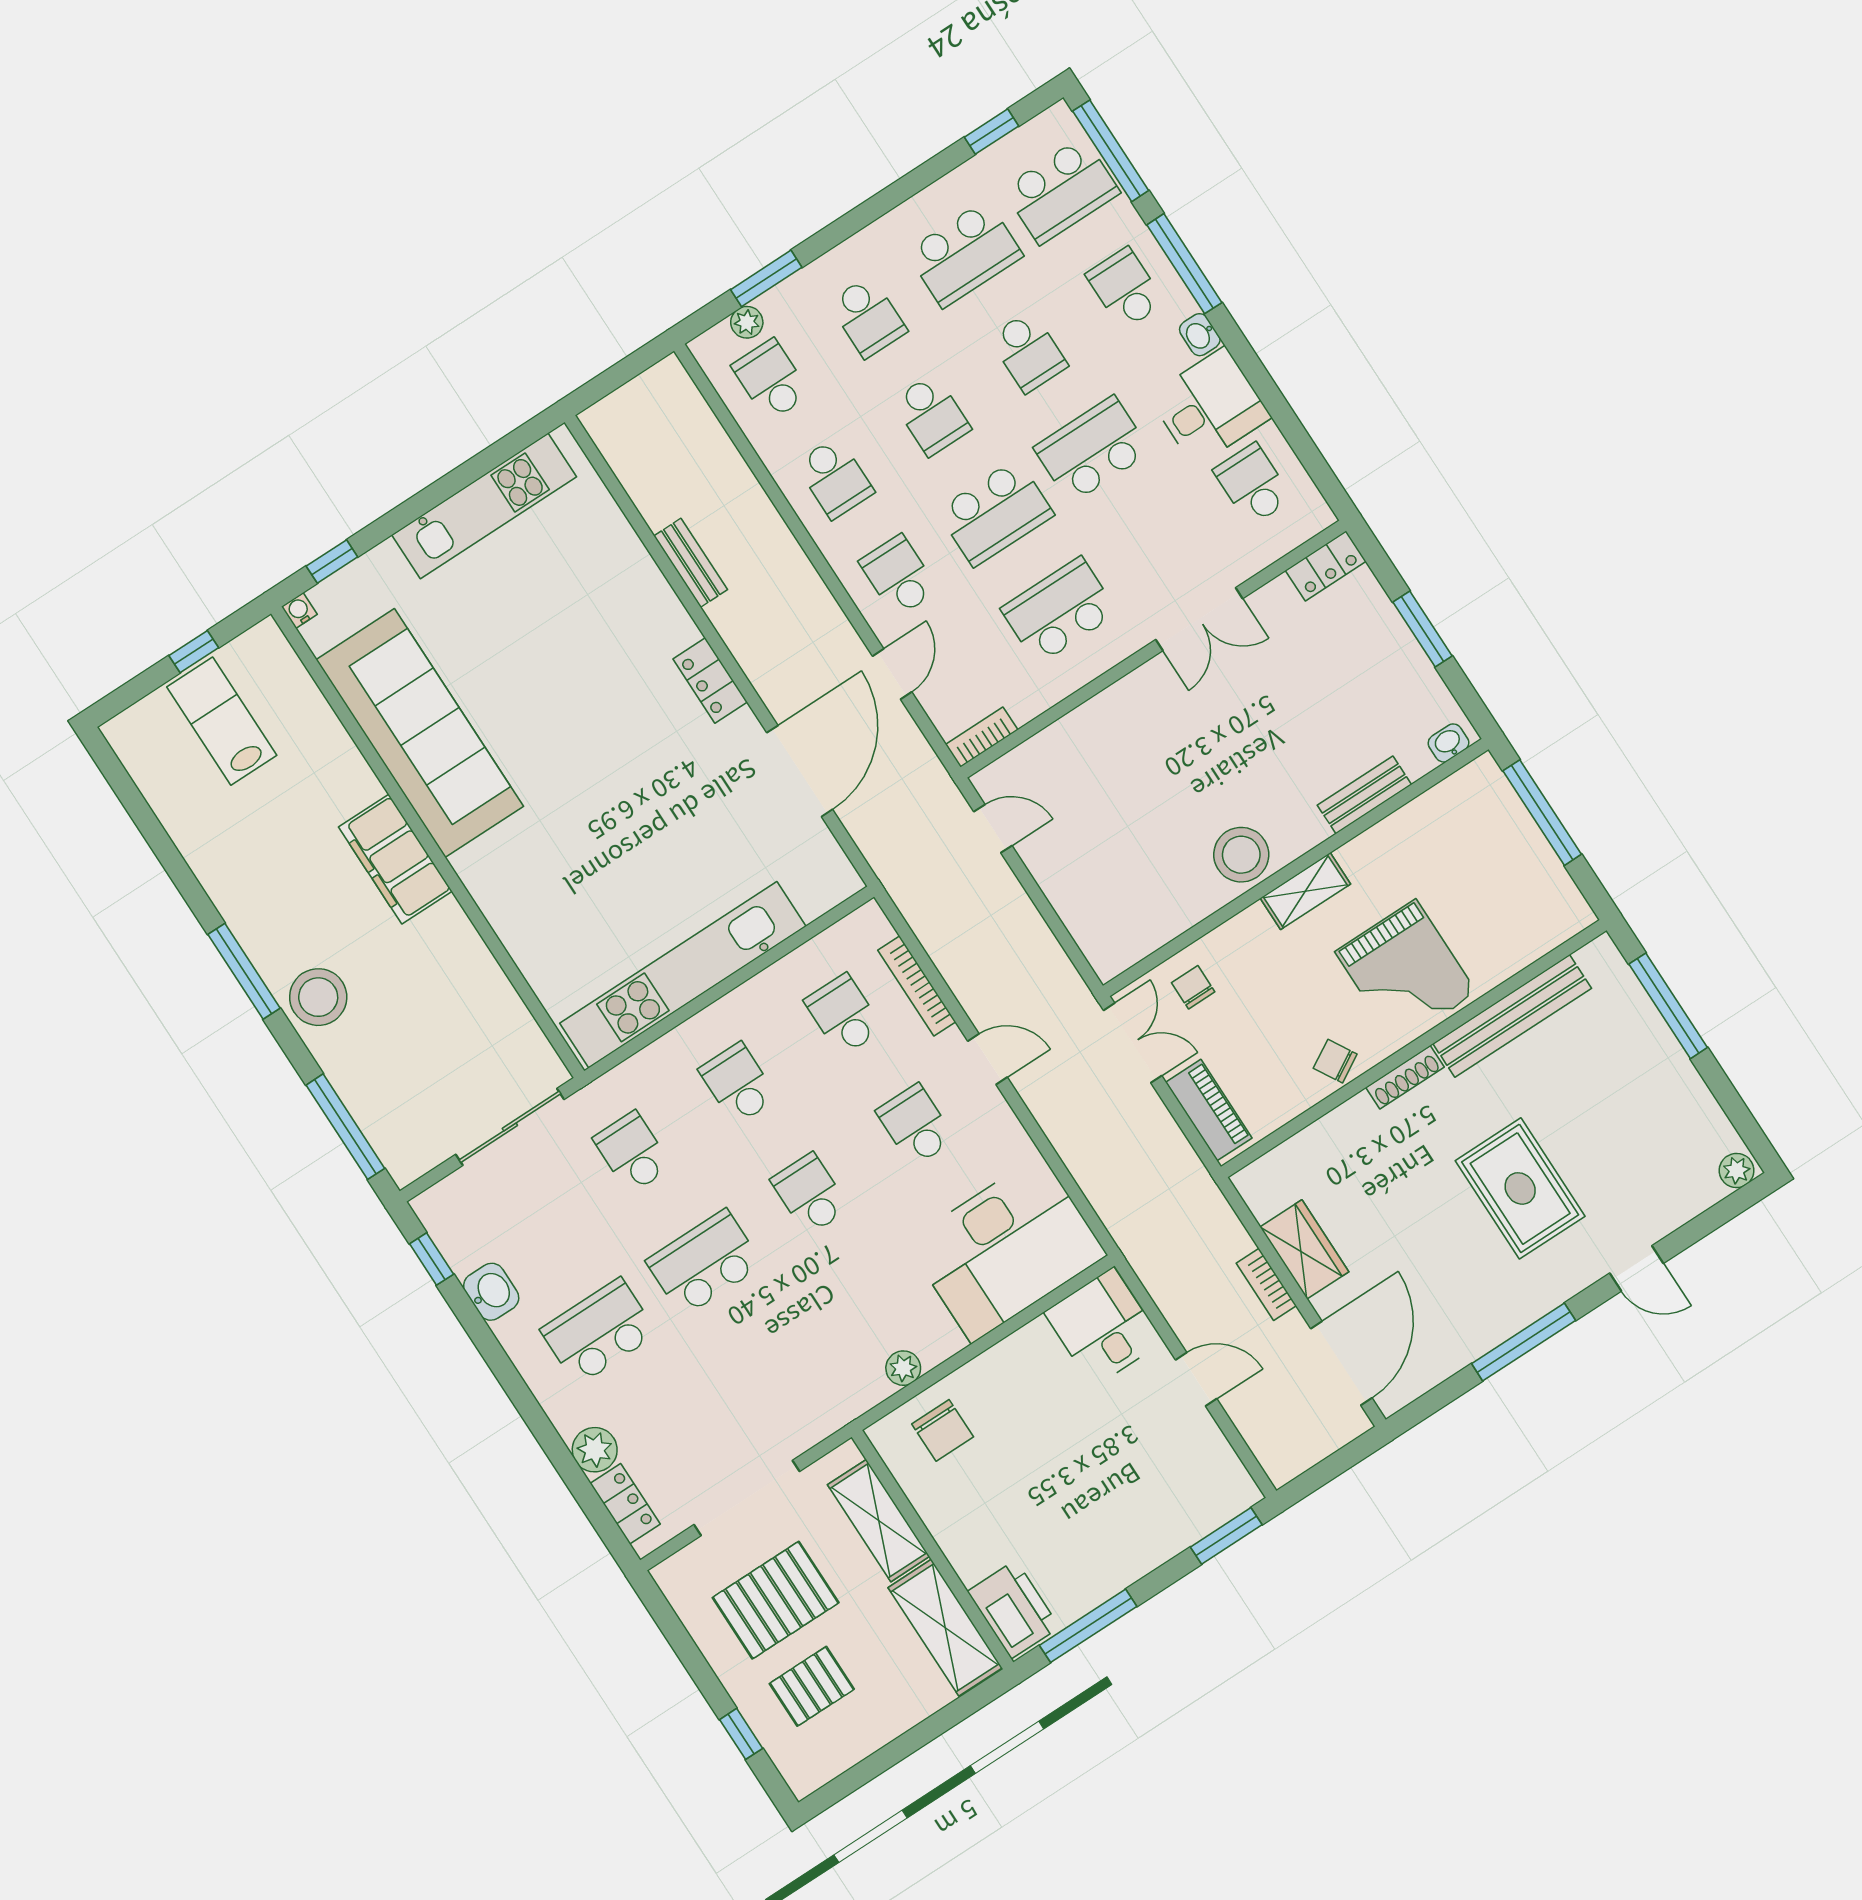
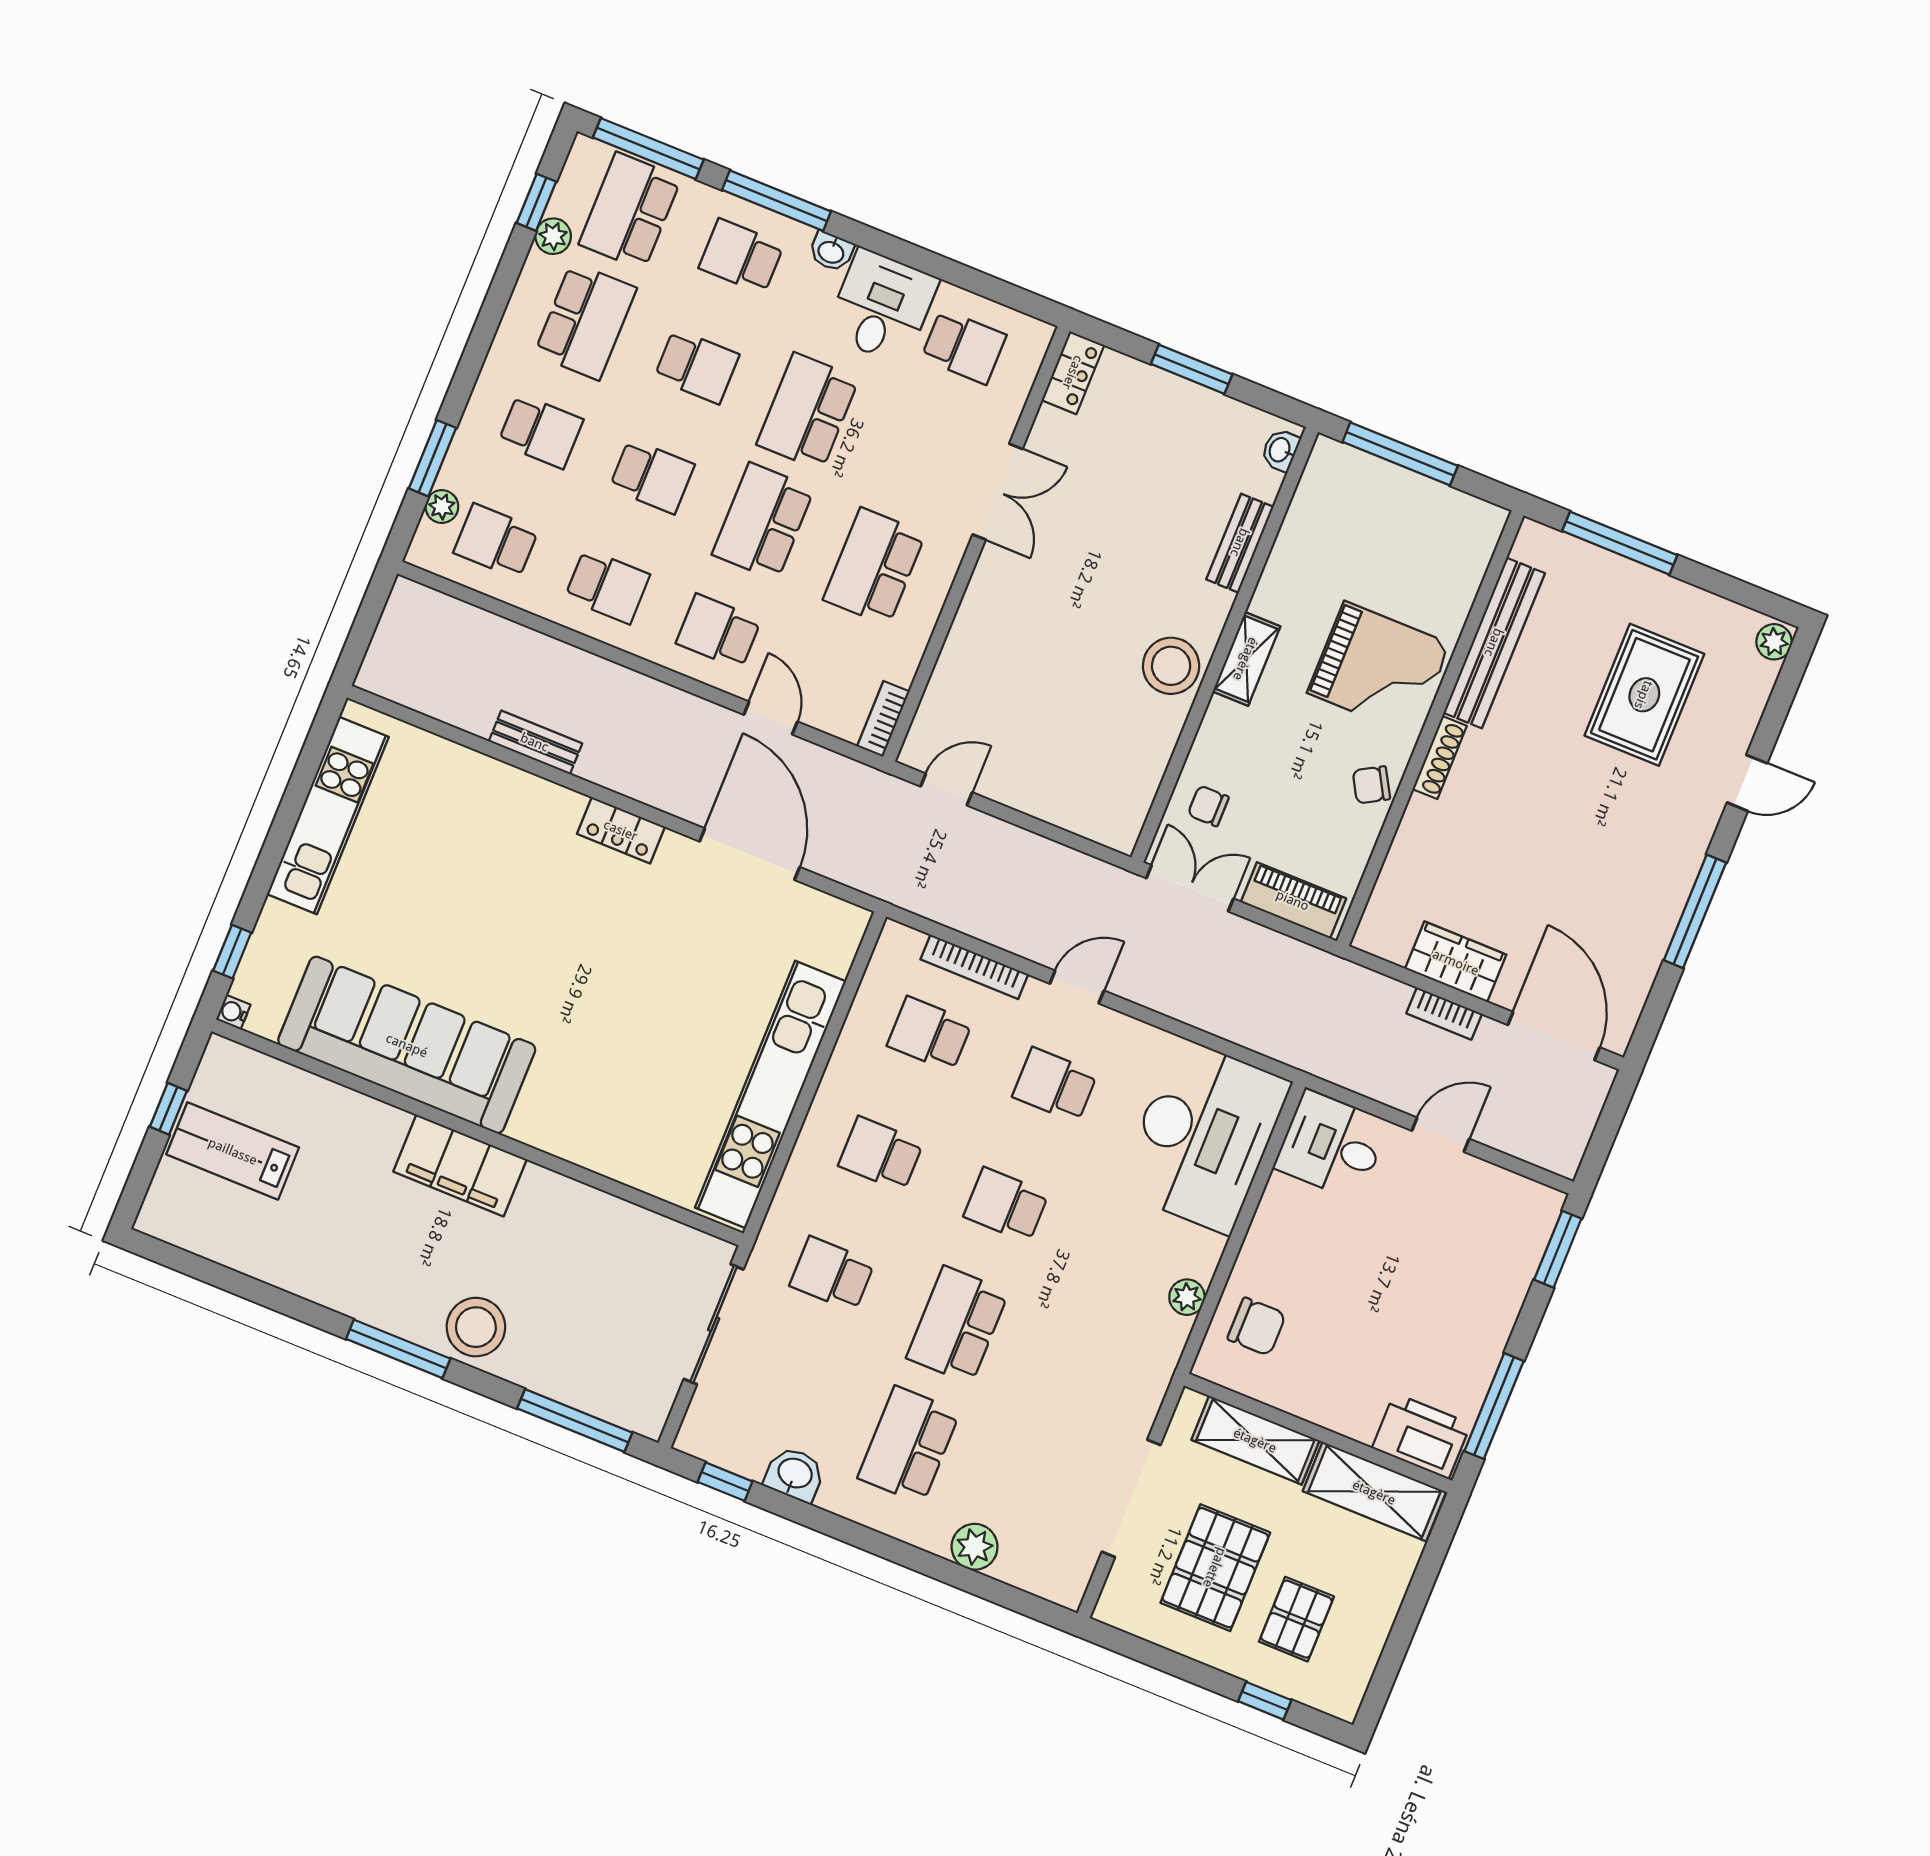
plant: (986, 168) -> (553, 236), added
school desk: (1061, 191) -> (630, 211), turned 180
school desk: (1253, 484) -> (964, 347), turned 180
school desk: (995, 513) -> (763, 521), turned 180
rug: (1520, 1188) -> (1644, 695), moved, turned 90
locker: (625, 1504) -> (1032, 1575), removed

